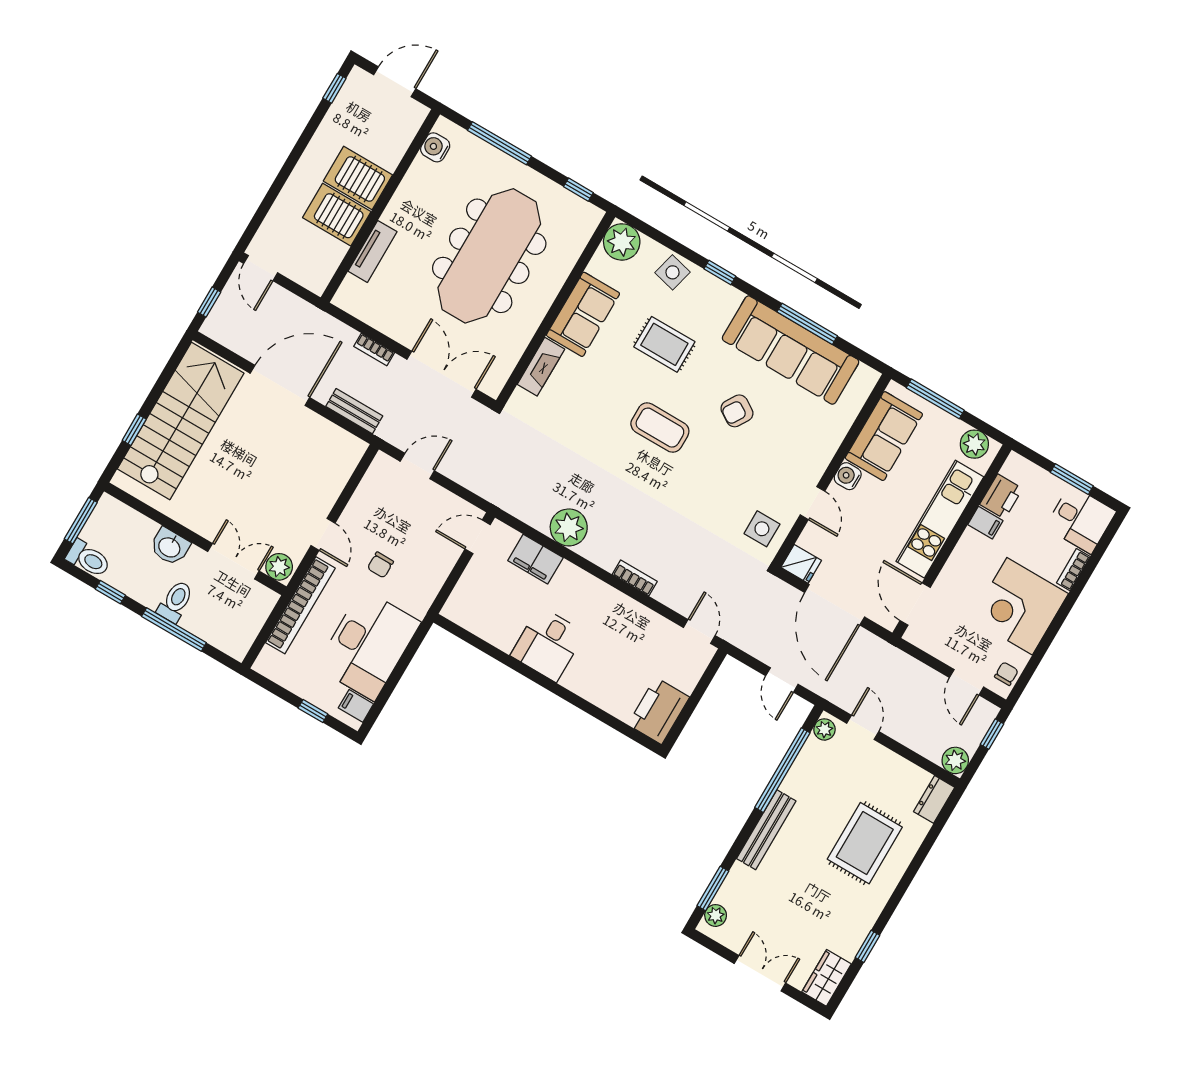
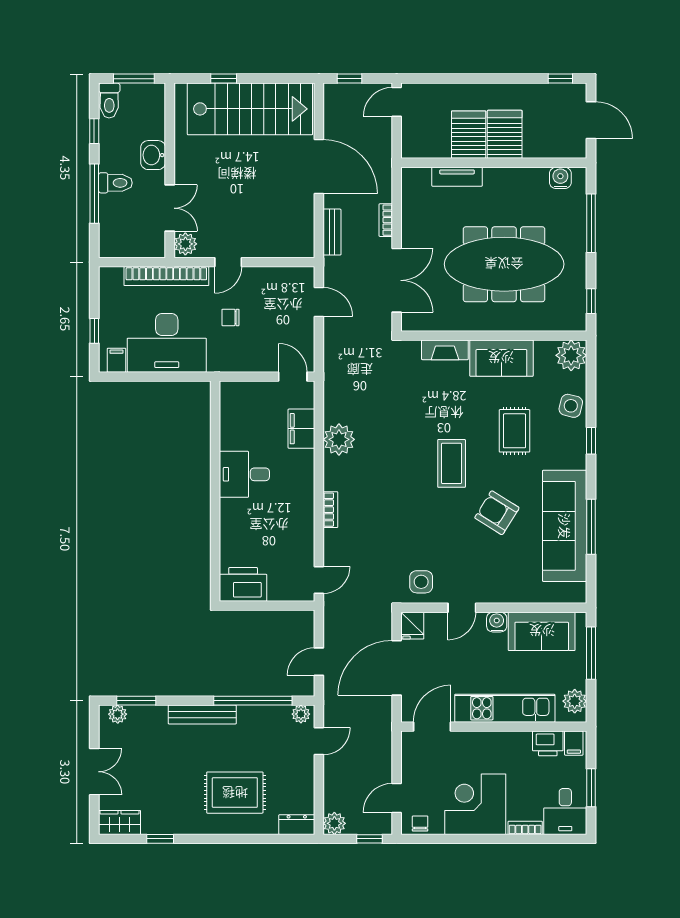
armchair: (737, 411) -> (497, 513), width x1.38, depth x1.38
filing cabinet: (985, 523) -> (574, 743), moved
chair: (1006, 674) -> (420, 823), turned -90

